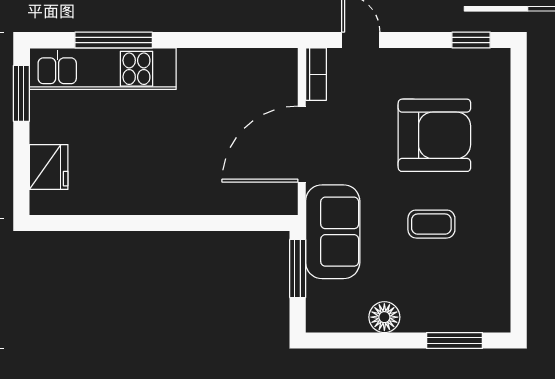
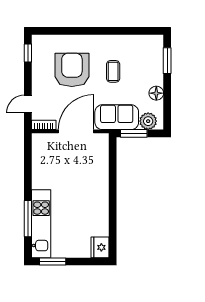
door: (302, 144) -> (76, 131), swing flipped
fridge: (49, 167) -> (100, 247), moved, turned -90
plant: (324, 300) -> (148, 121), added

